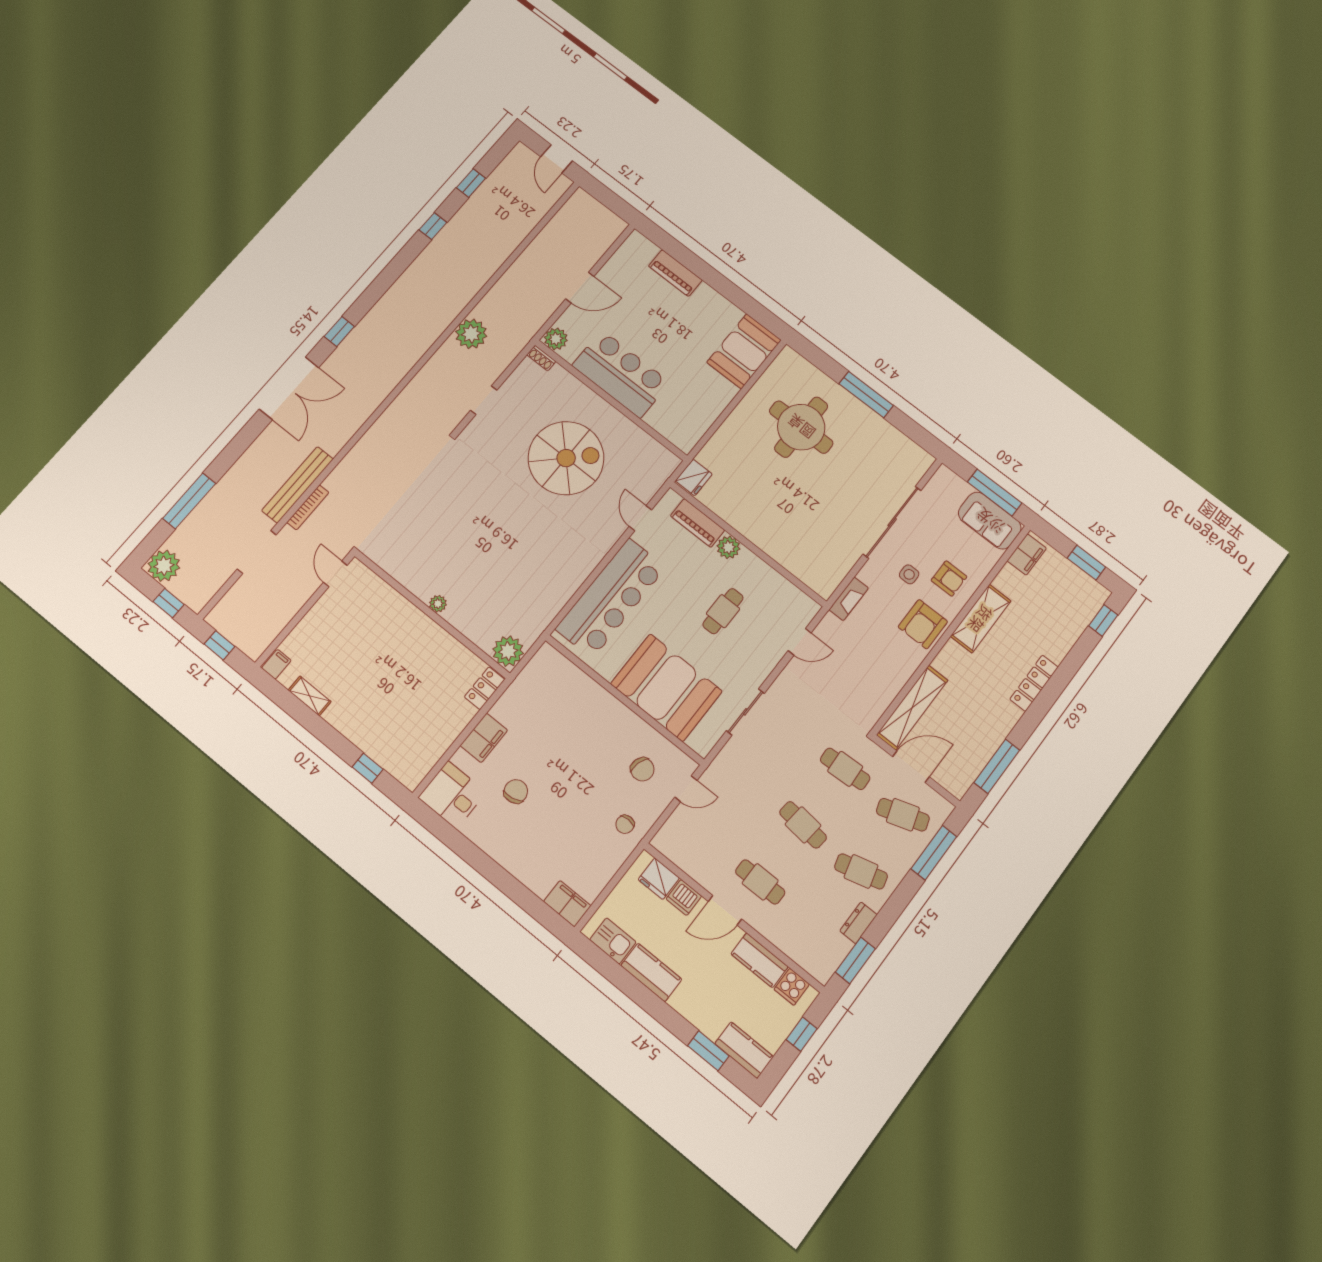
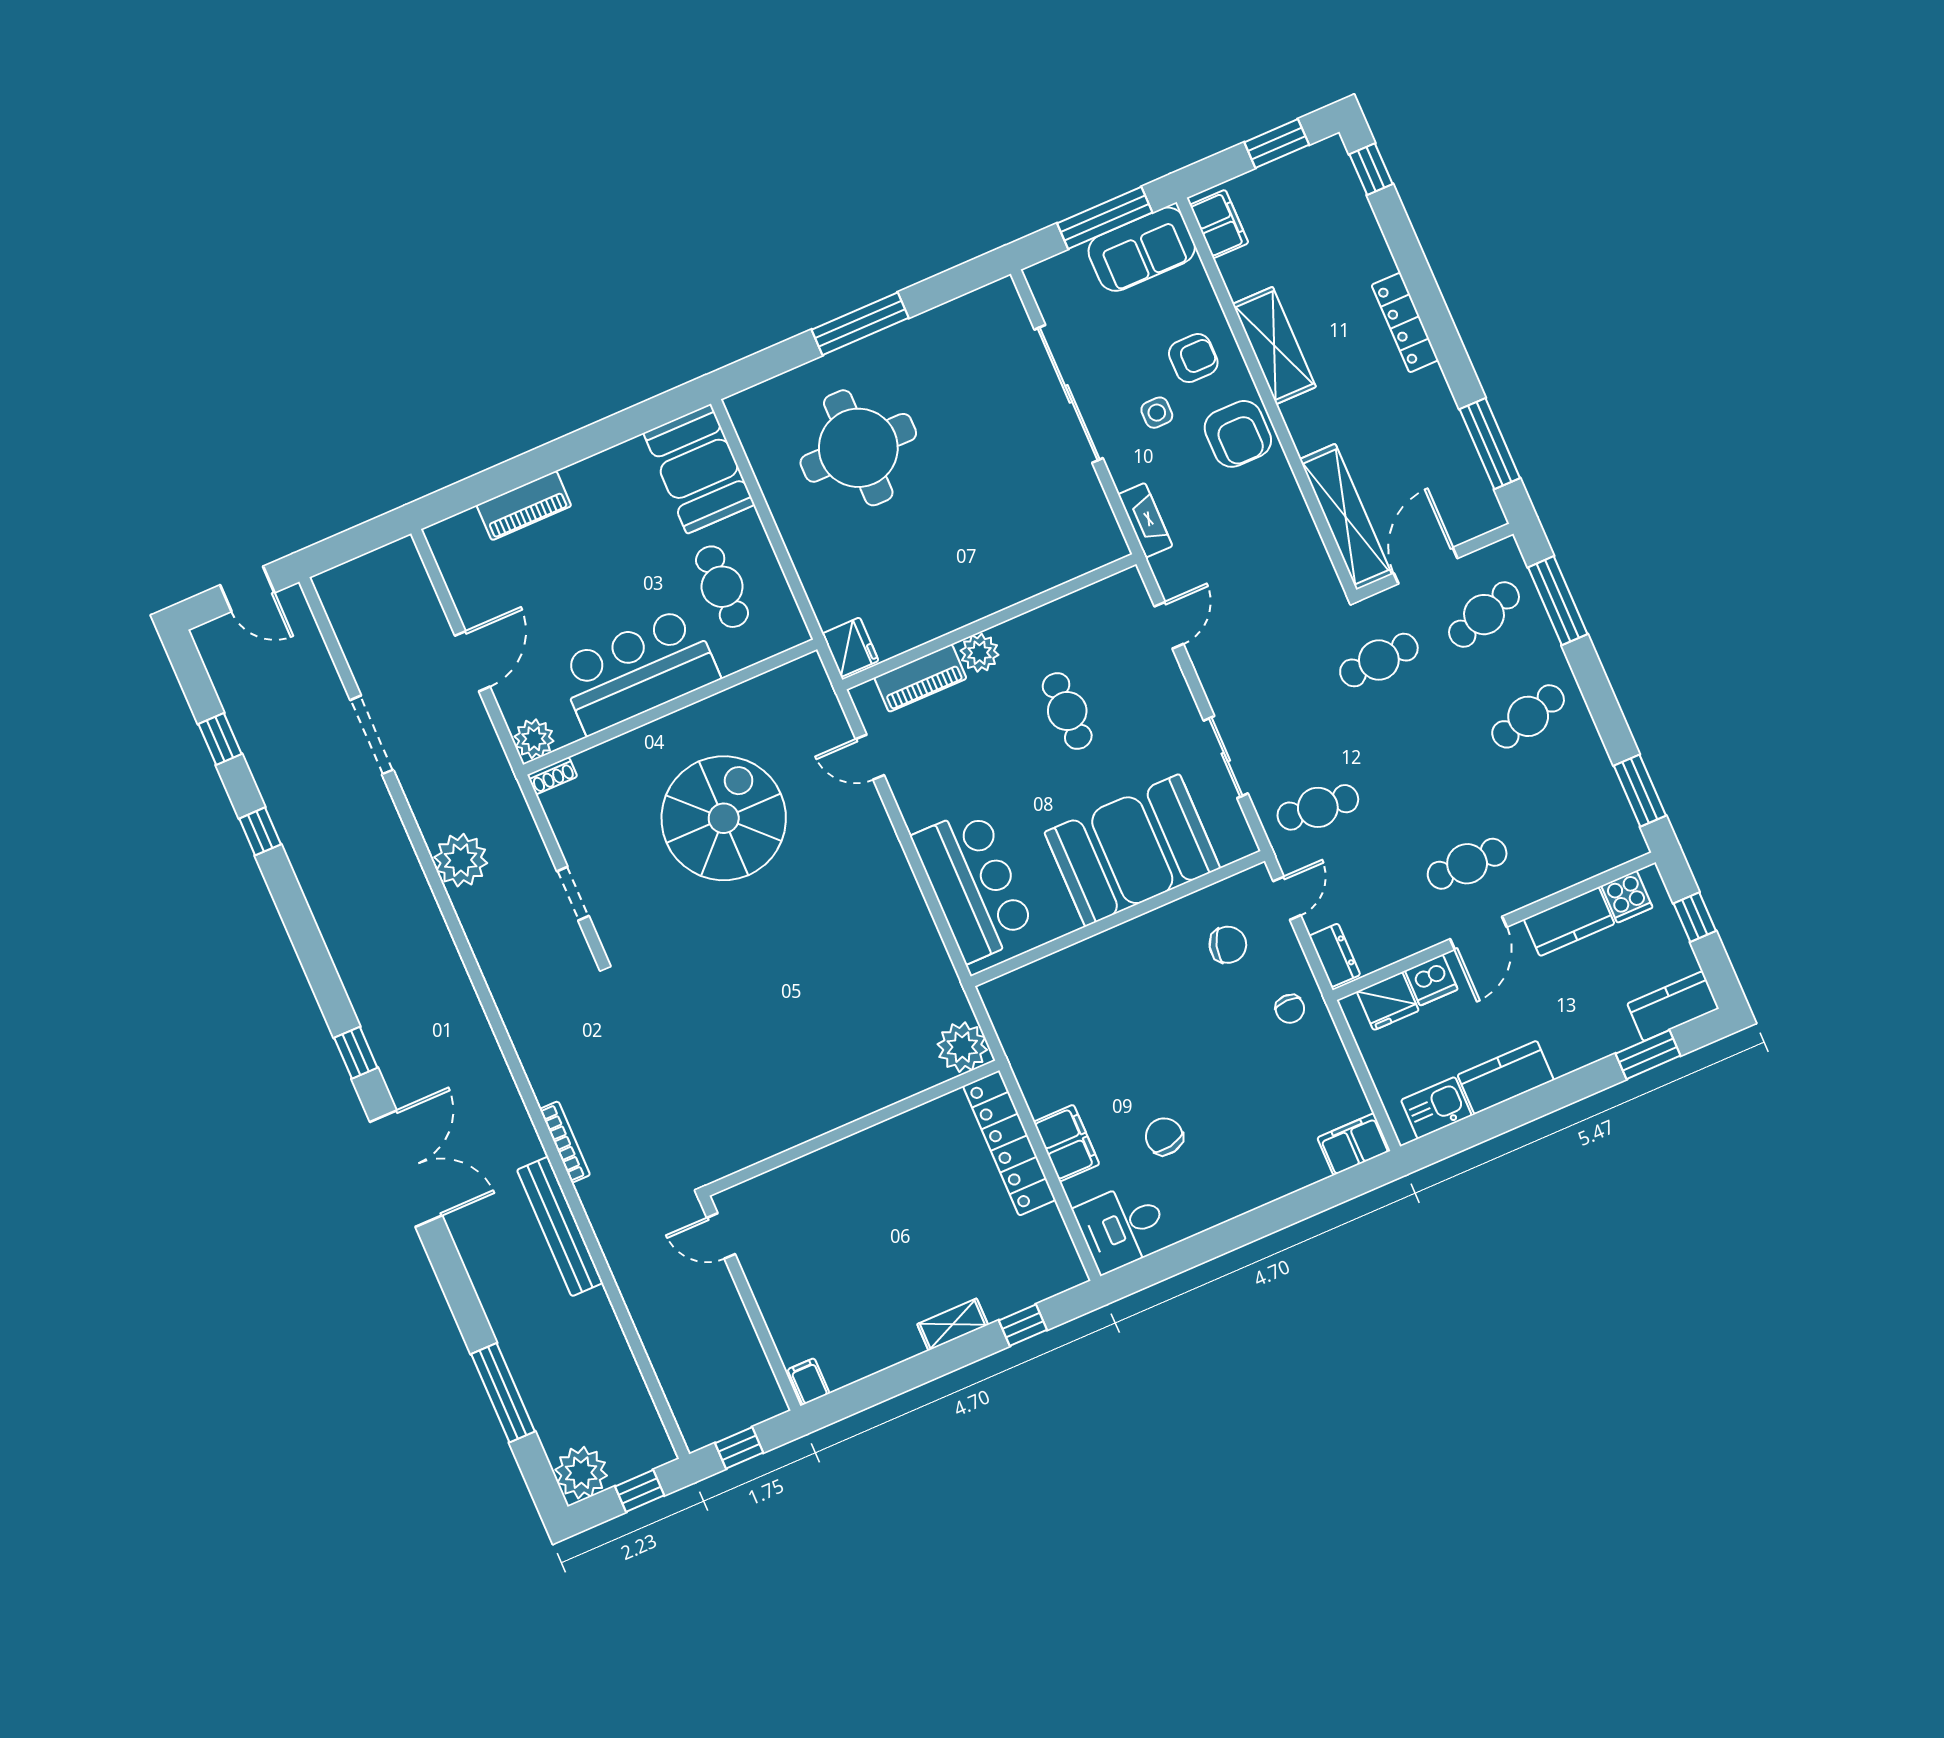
cafe table: (689, 394) -> (722, 587), added
bookcase: (308, 507) -> (565, 1142), moved
doorway: (257, 552) -> (372, 735), moved
bar counter: (611, 598) -> (974, 885), width x0.73
plant: (438, 604) -> (841, 1112), removed
locker: (485, 688) -> (1009, 1143), width x2.16, depth x1.21
shelving: (310, 696) -> (953, 1324), moved
cafe table: (803, 825) -> (1318, 807), moved
dresser: (858, 923) -> (1335, 955), moved, turned 180

